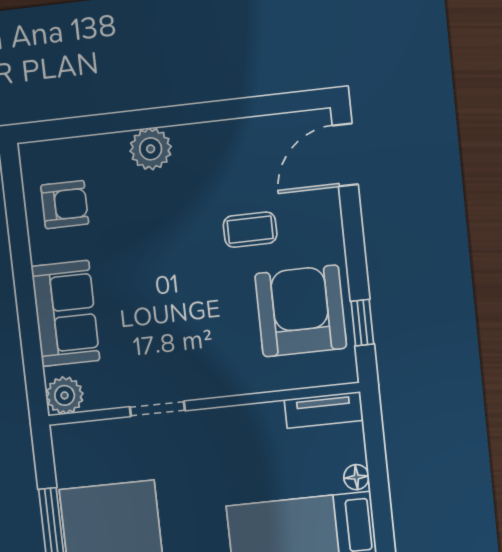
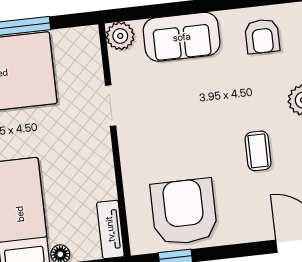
coffee table: (250, 230) -> (258, 151), moved
armchair: (301, 311) -> (184, 212), turned -90

